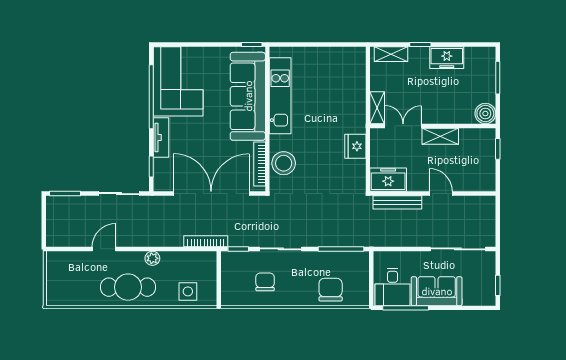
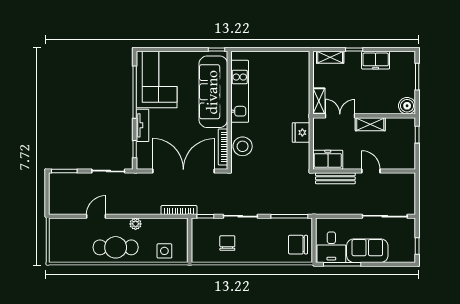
chair: (331, 290) -> (298, 245), moved, turned -90

